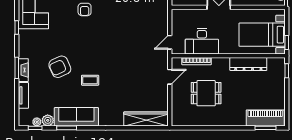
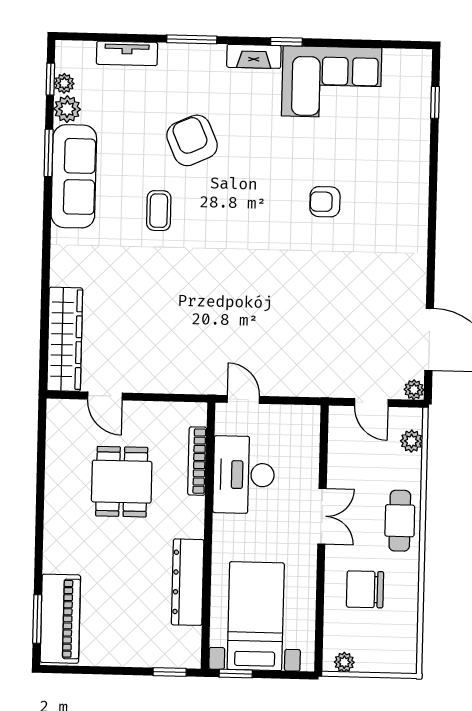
fireplace: (23, 70) -> (254, 56), moved
door: (170, 77) -> (105, 396), moved

